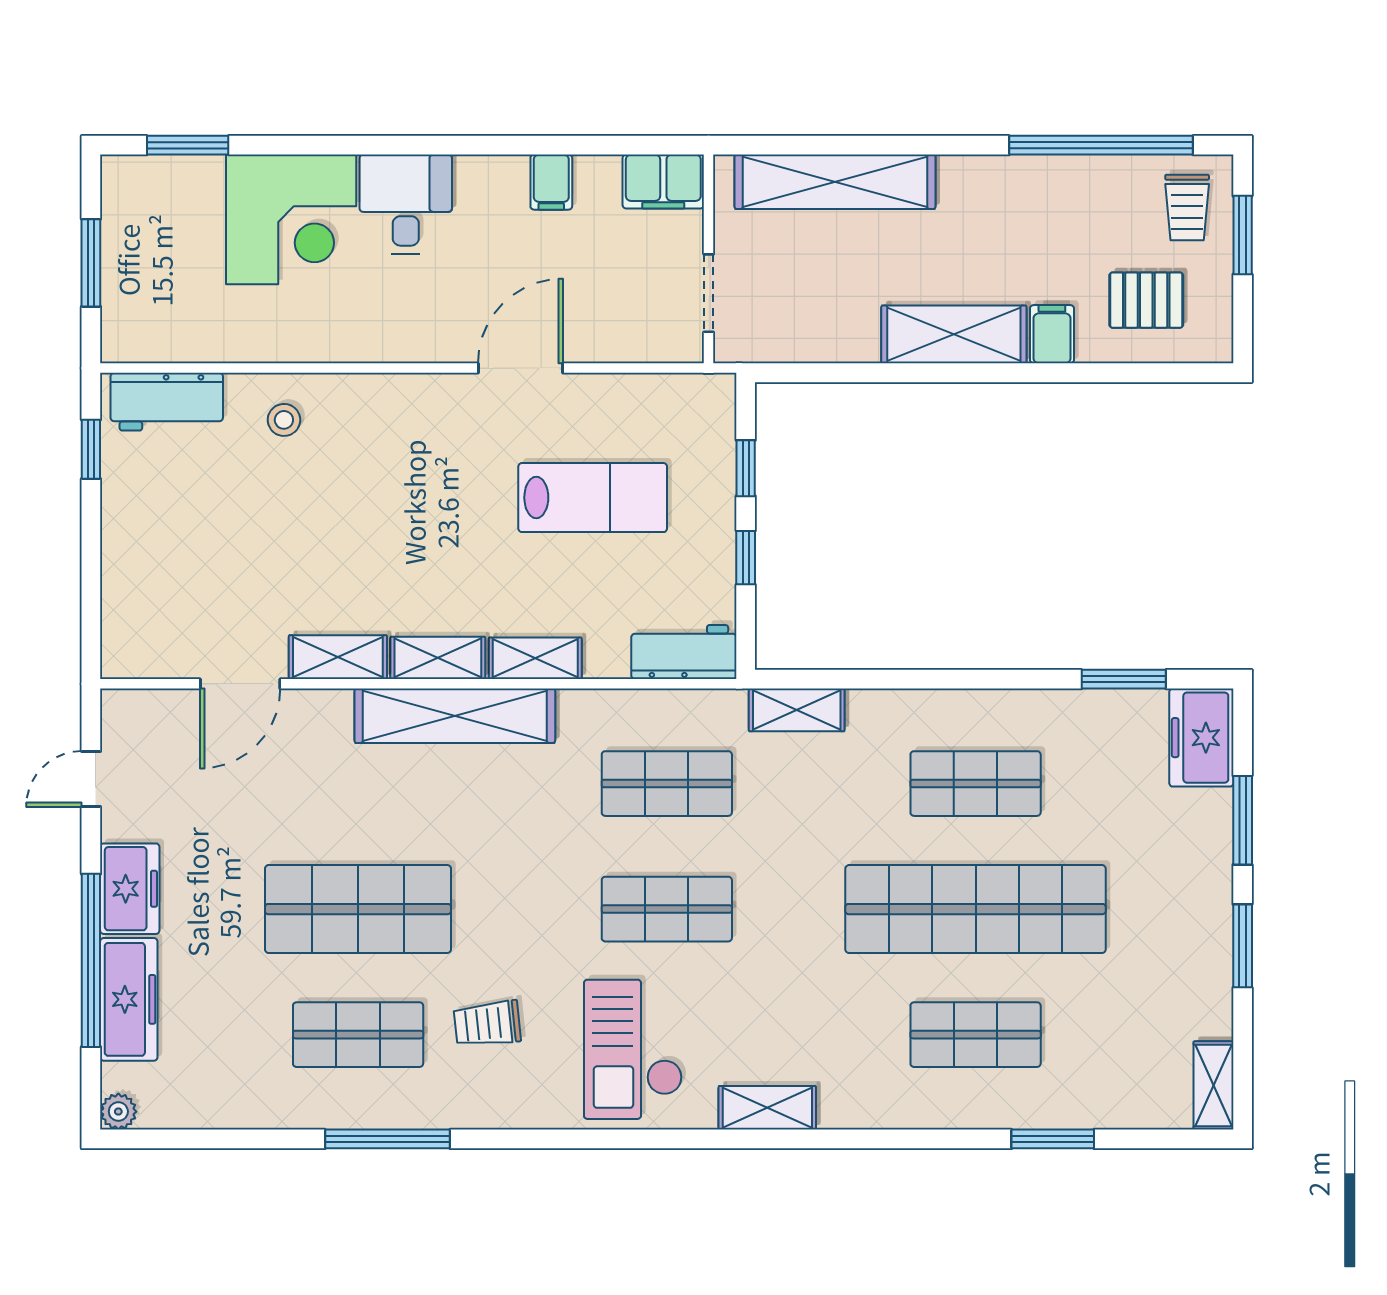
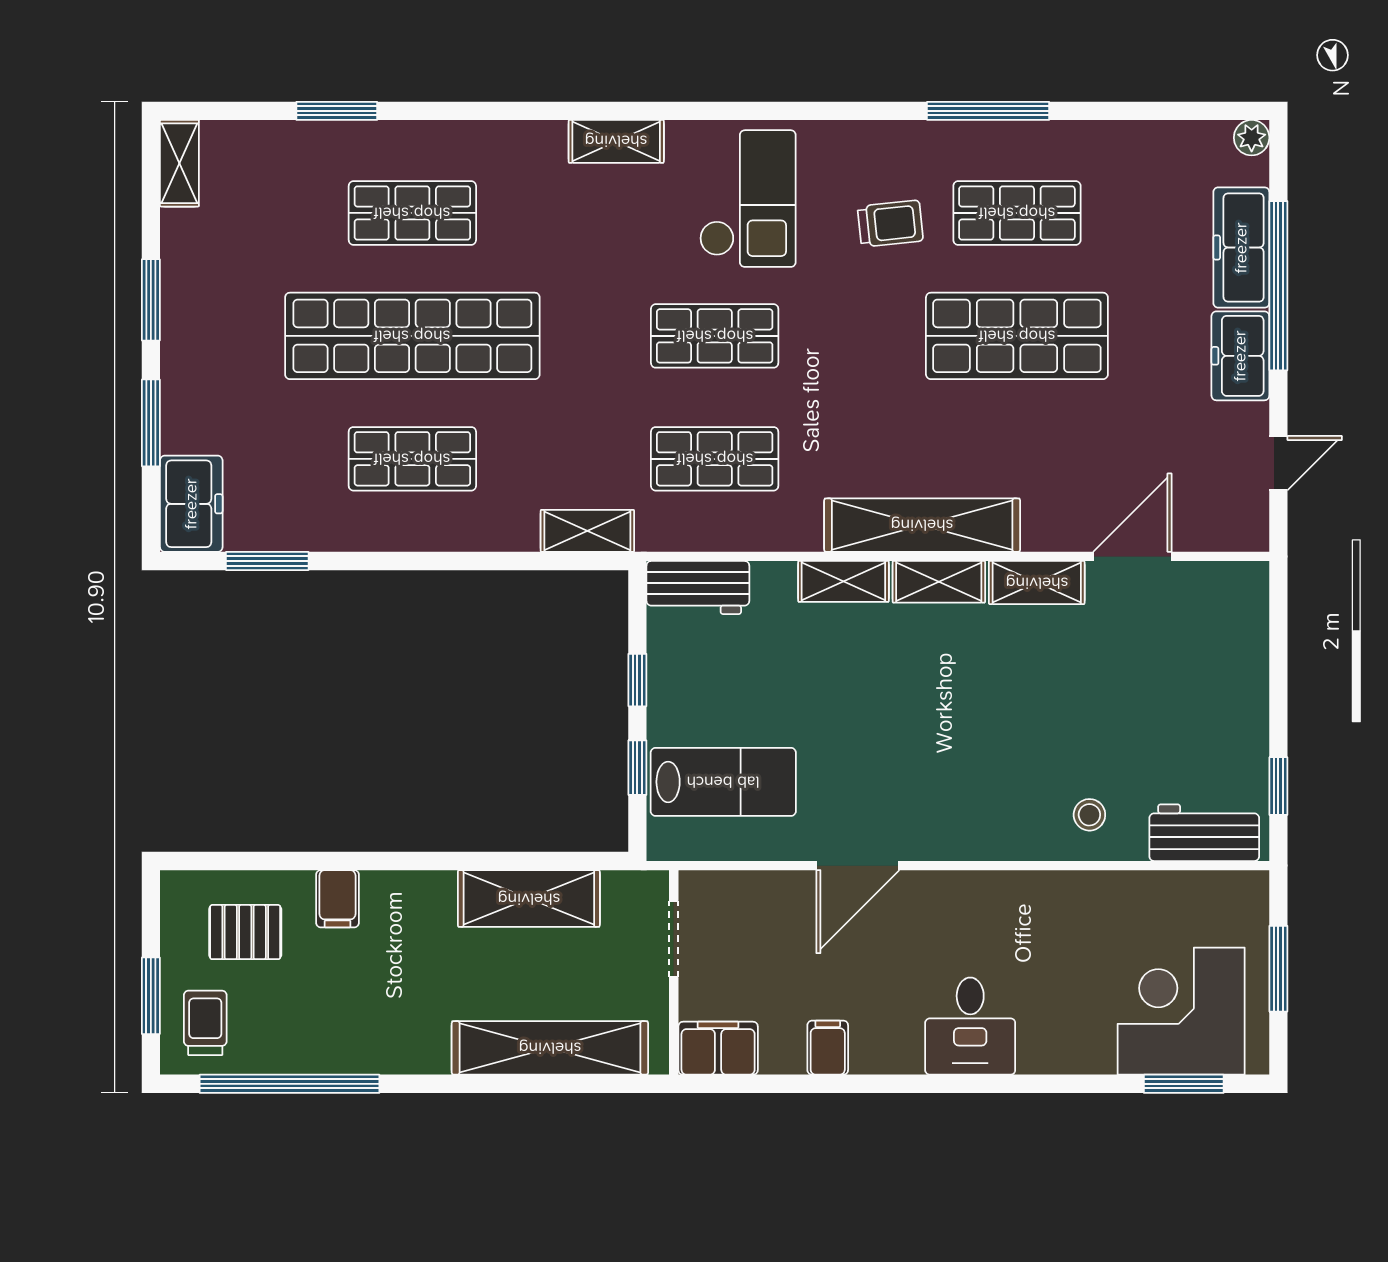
corner desk: (291, 219) -> (1181, 1011), moved
shelving: (954, 334) -> (529, 899), moved
lab bench: (593, 498) -> (723, 782), moved, turned 180

